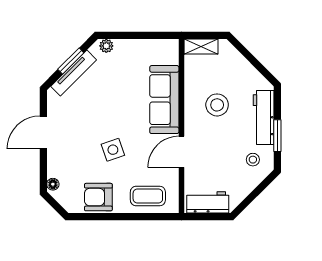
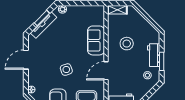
sofa: (164, 100) -> (96, 40), width x0.73
workbench: (264, 118) -> (154, 55), width x0.73

